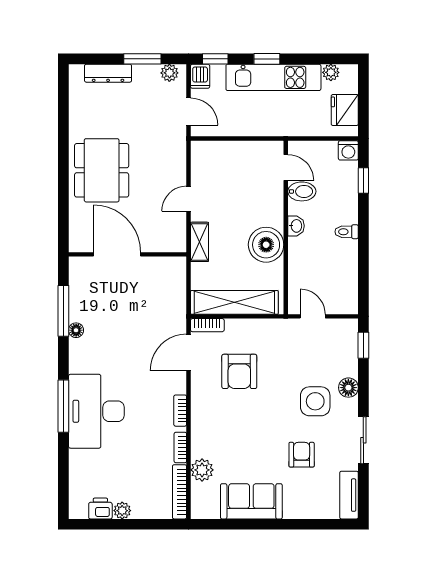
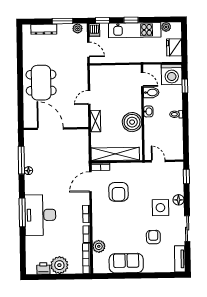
washing machine: (348, 150) -> (172, 74), width x1.89, depth x1.89
plant: (122, 511) -> (59, 265), width x1.88, depth x1.88

